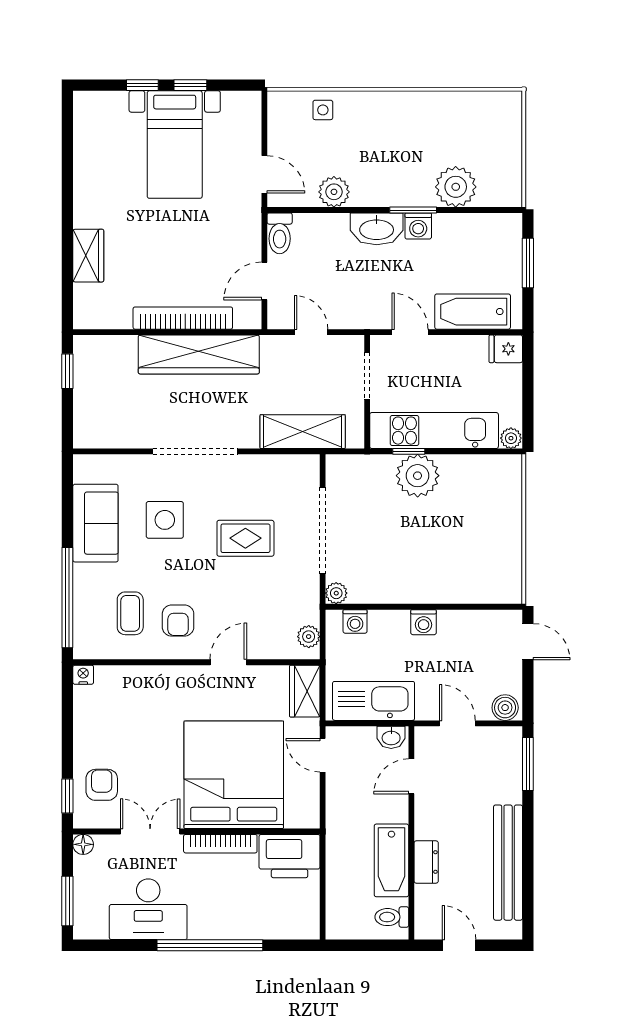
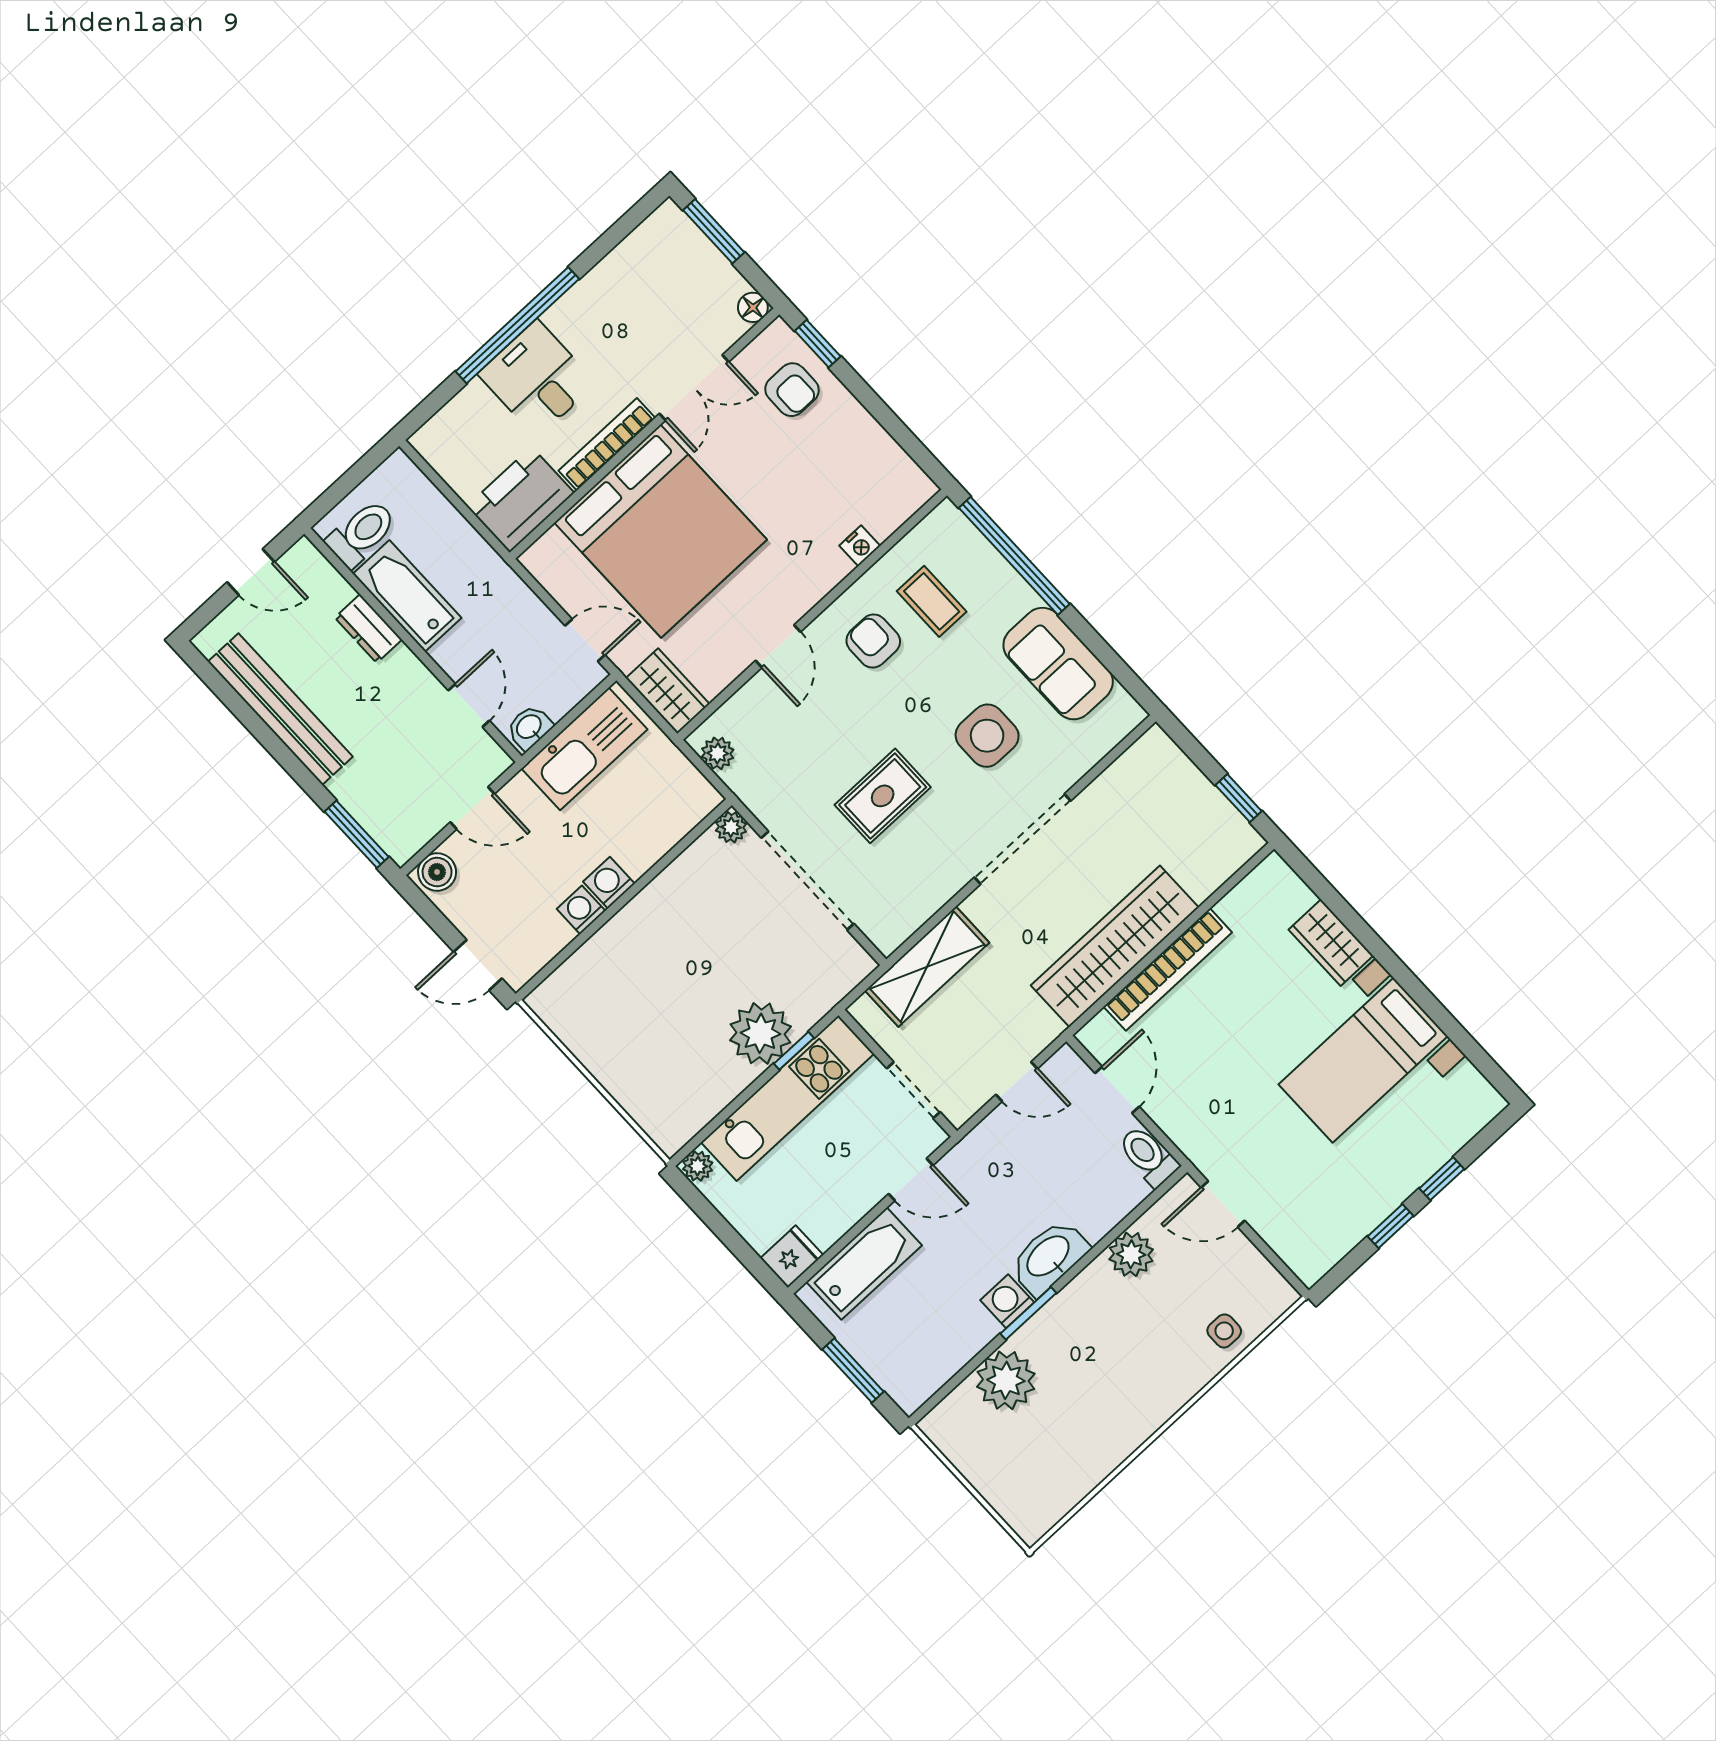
bed with nightstands: (175, 145) -> (1363, 1060), moved, turned -90
washing machine: (355, 621) -> (581, 910), moved
nightstand: (83, 675) -> (860, 546), moved
desk: (148, 909) -> (537, 379), moved, width x0.73
toilet: (392, 917) -> (361, 533), width x1.37, depth x1.39

